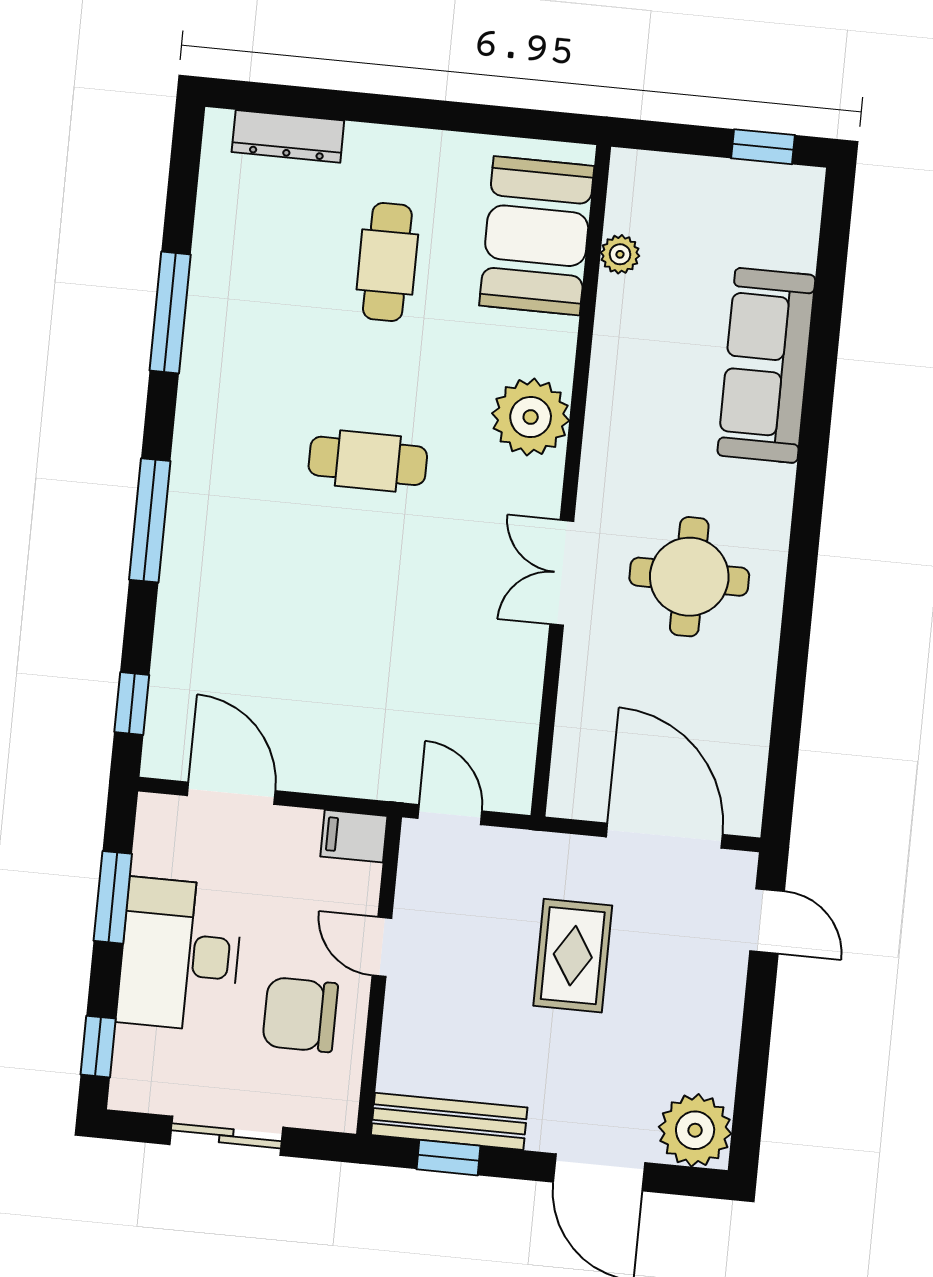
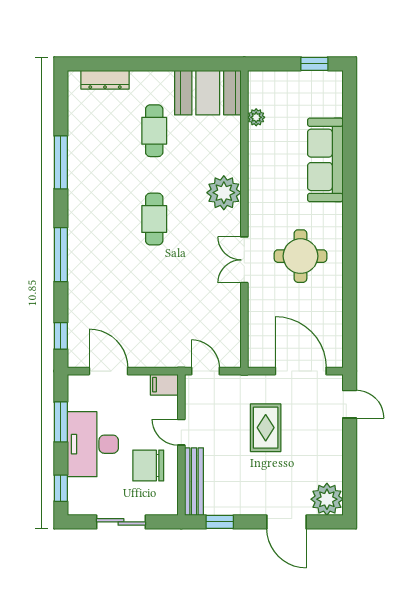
booth: (537, 236) -> (208, 93), moved, turned 90
cafe table: (368, 461) -> (154, 219), turned 90
bench: (449, 1121) -> (194, 482), moved, turned 90

